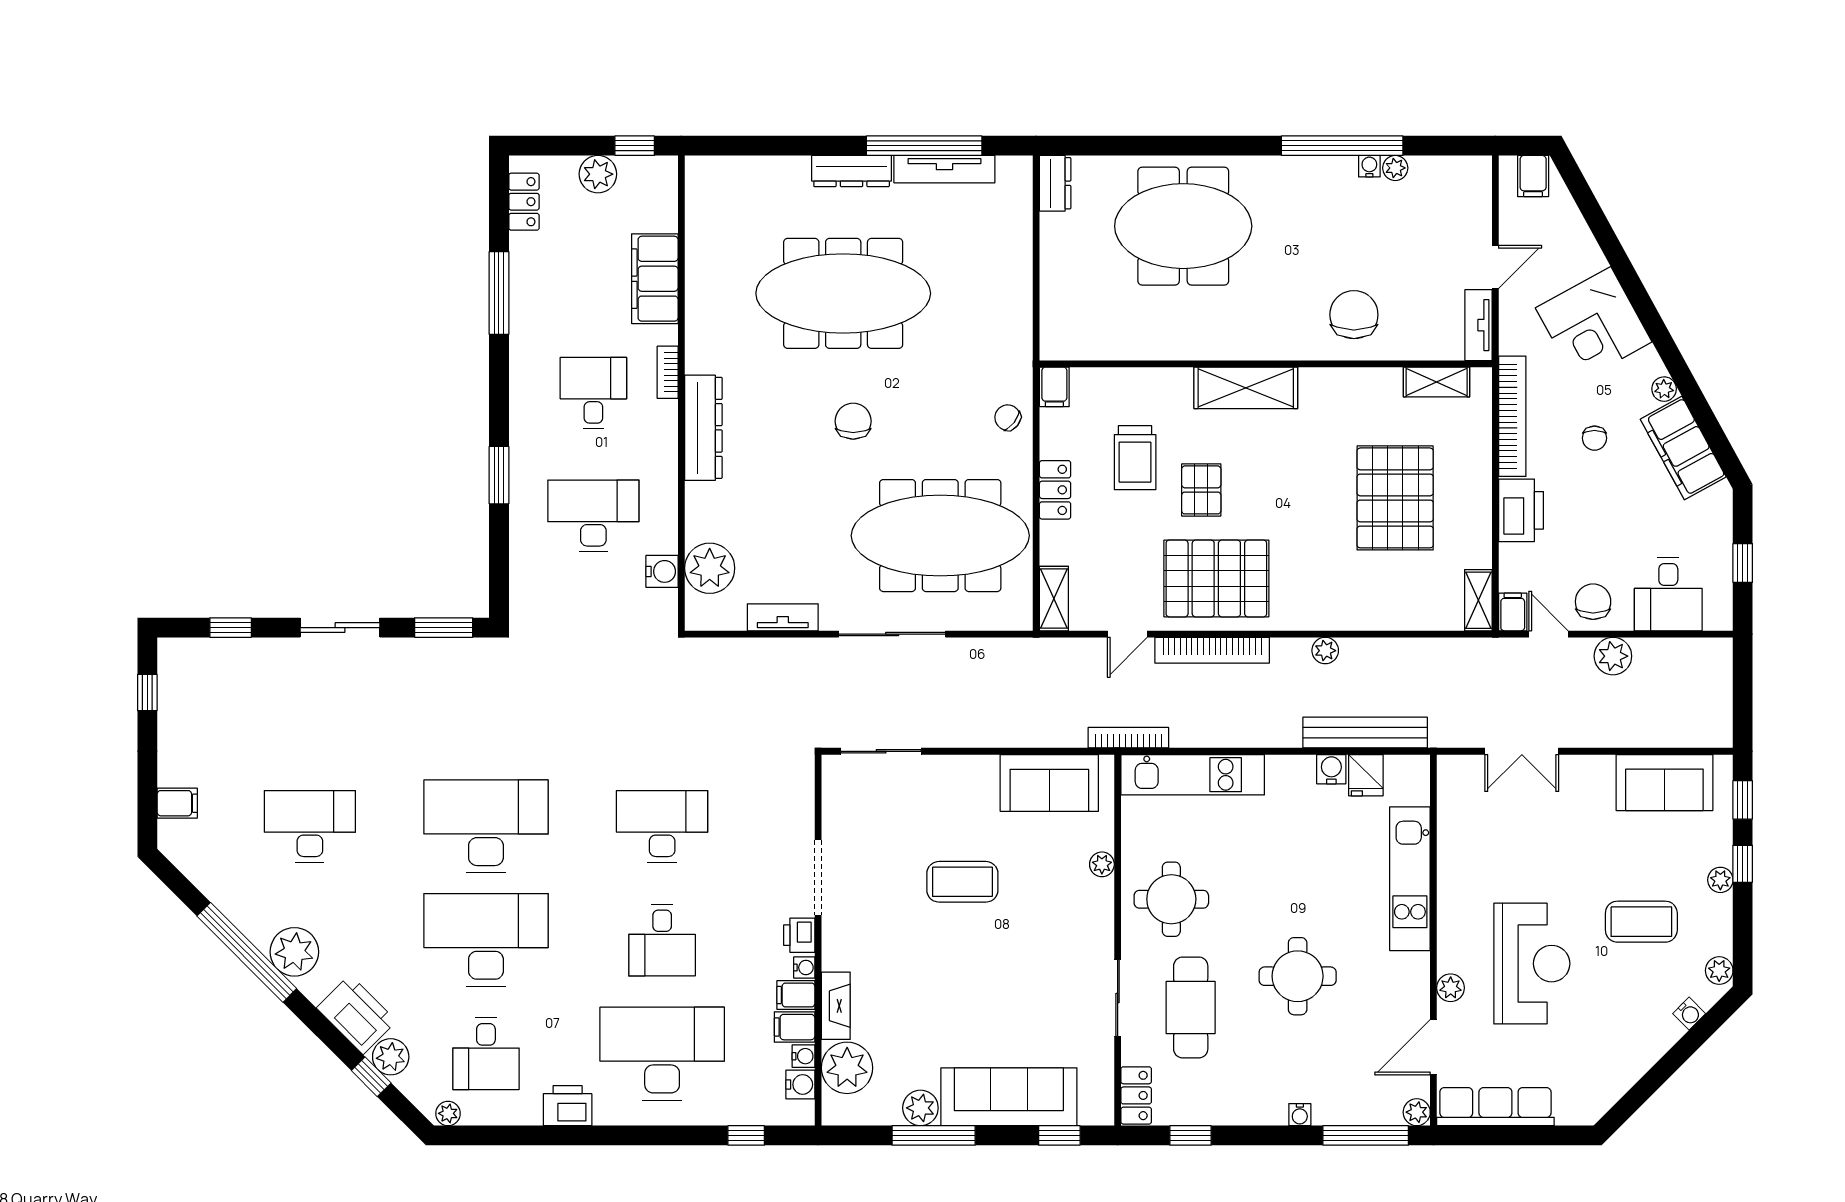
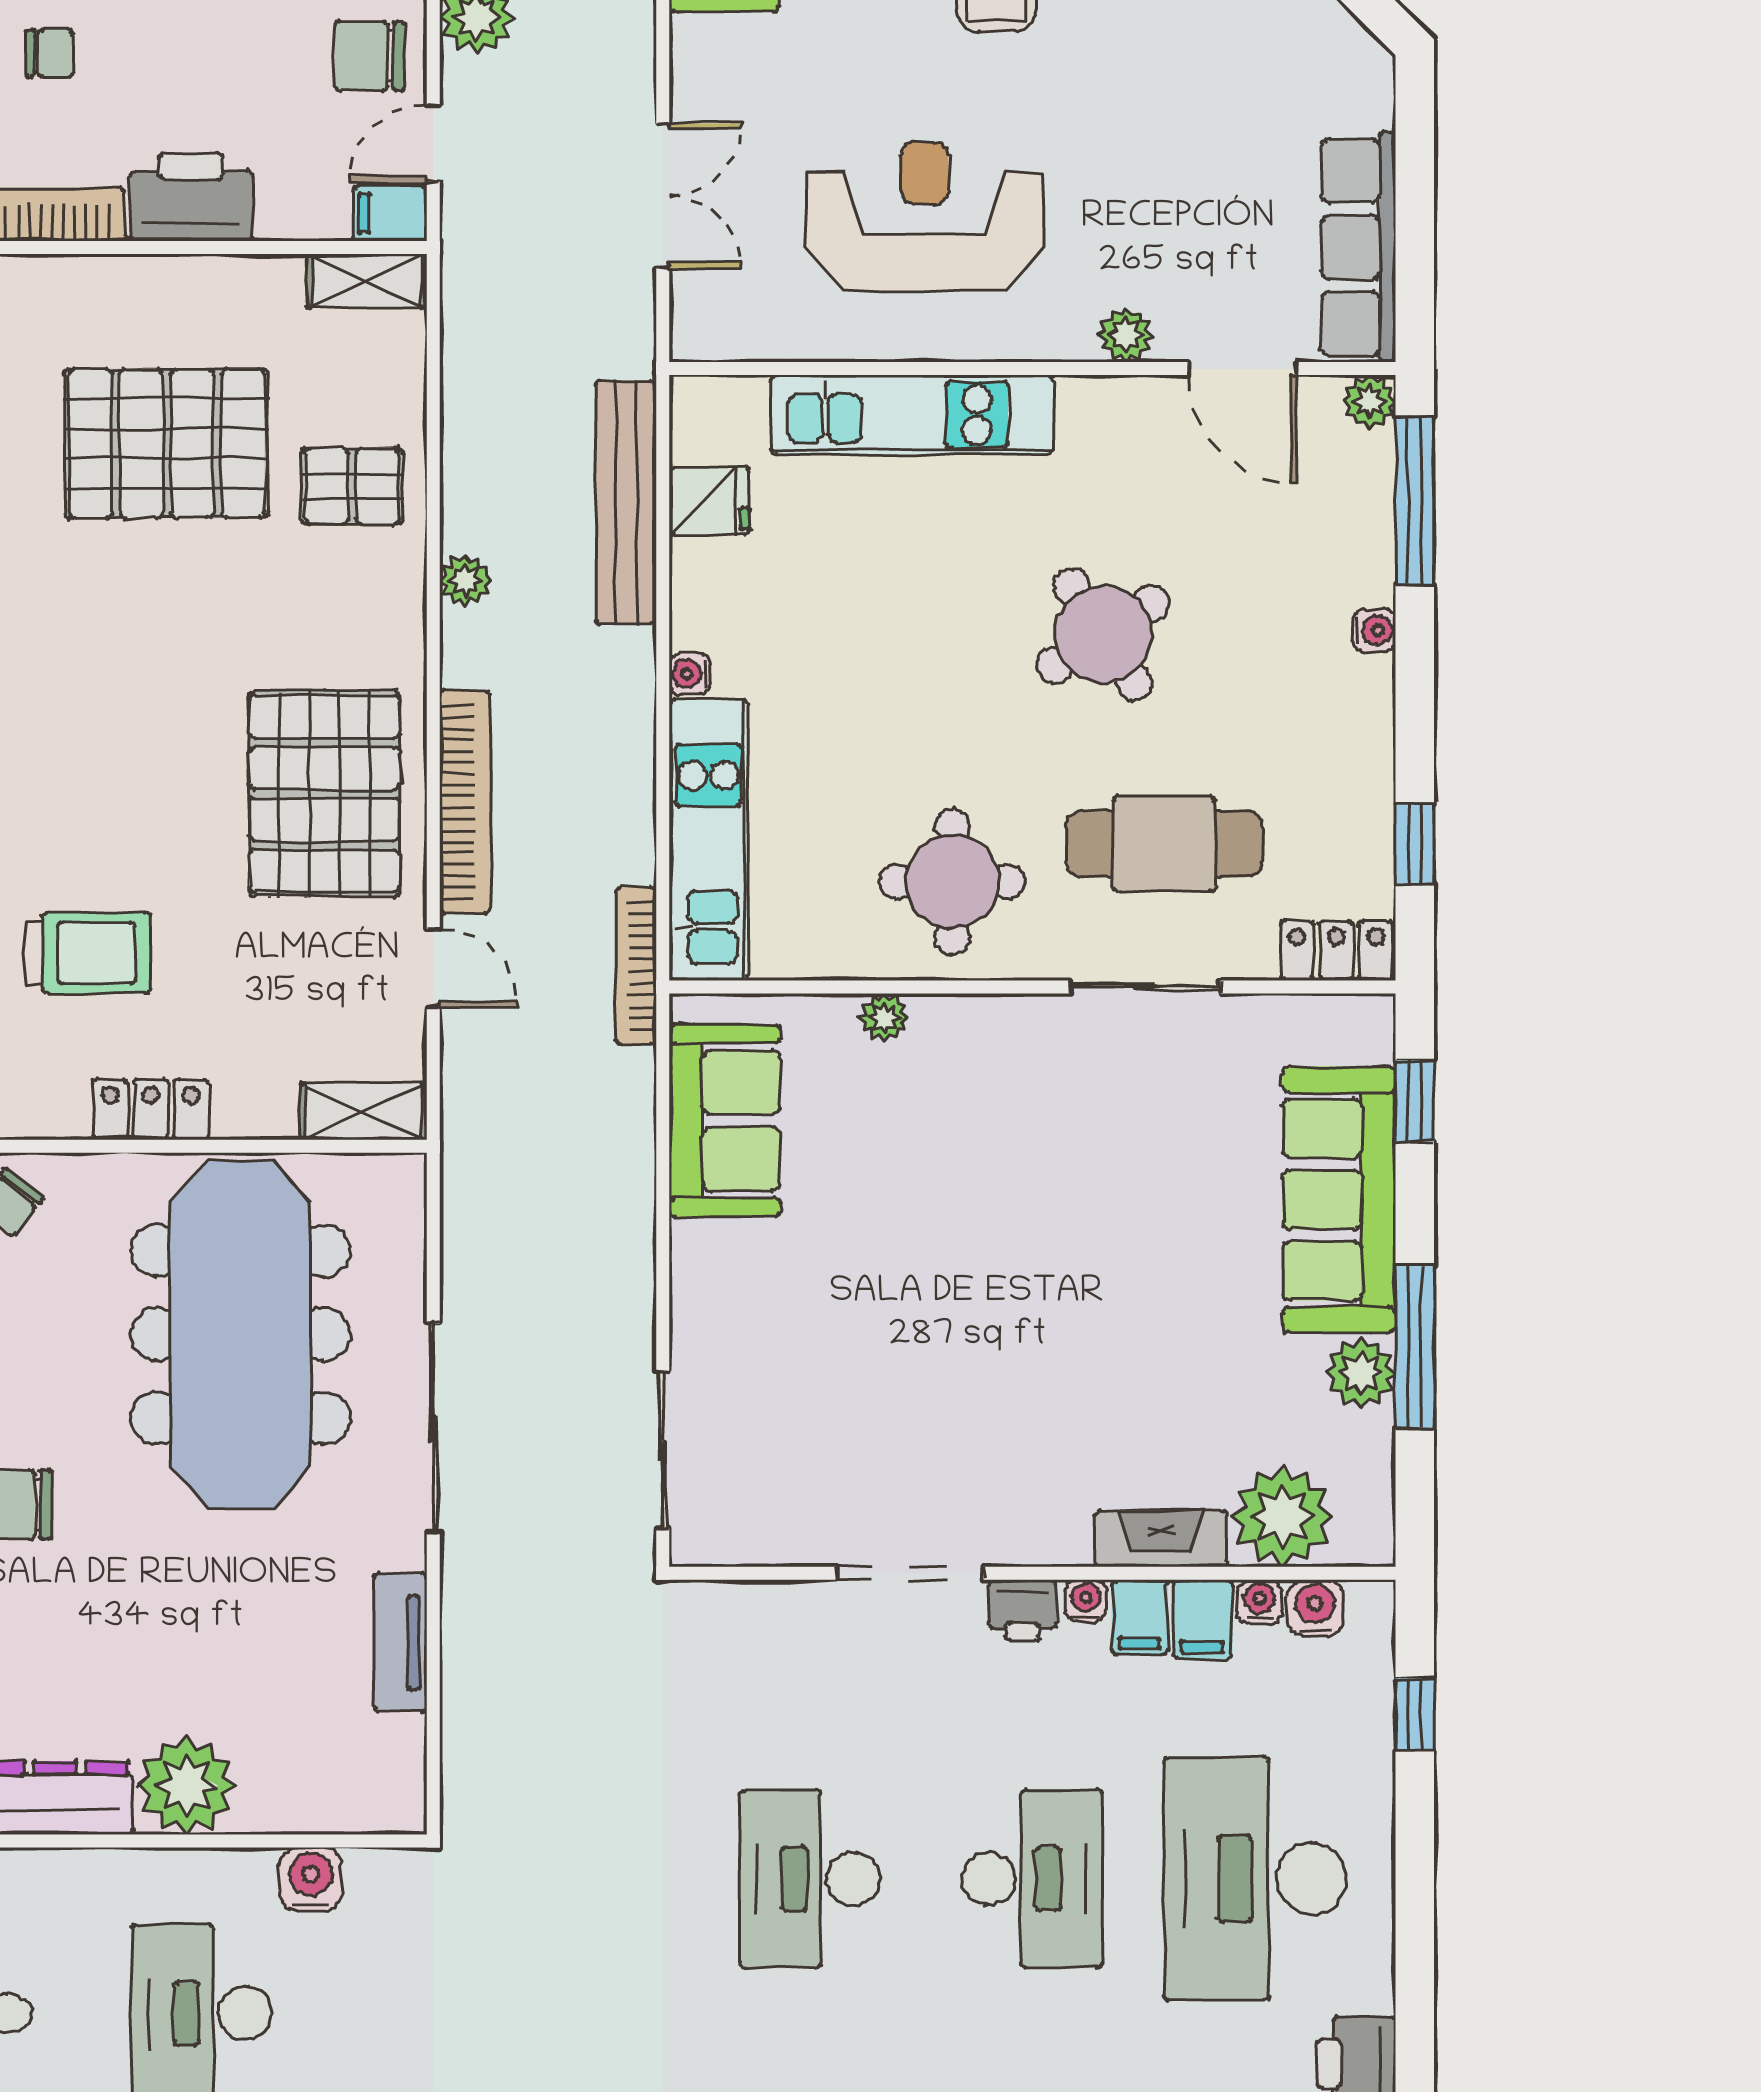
pallet: (1201, 490) -> (352, 486), moved
plant: (710, 568) -> (187, 1786), moved
water cooler: (1331, 769) -> (690, 674), moved, width x0.72, depth x0.72
coffee table: (962, 882) -> (918, 1291), removed
desk: (662, 940) -> (1032, 1879), width x1.37
reception desk: (1532, 964) -> (925, 216), moved
round table: (1298, 976) -> (1103, 635), turned -33

